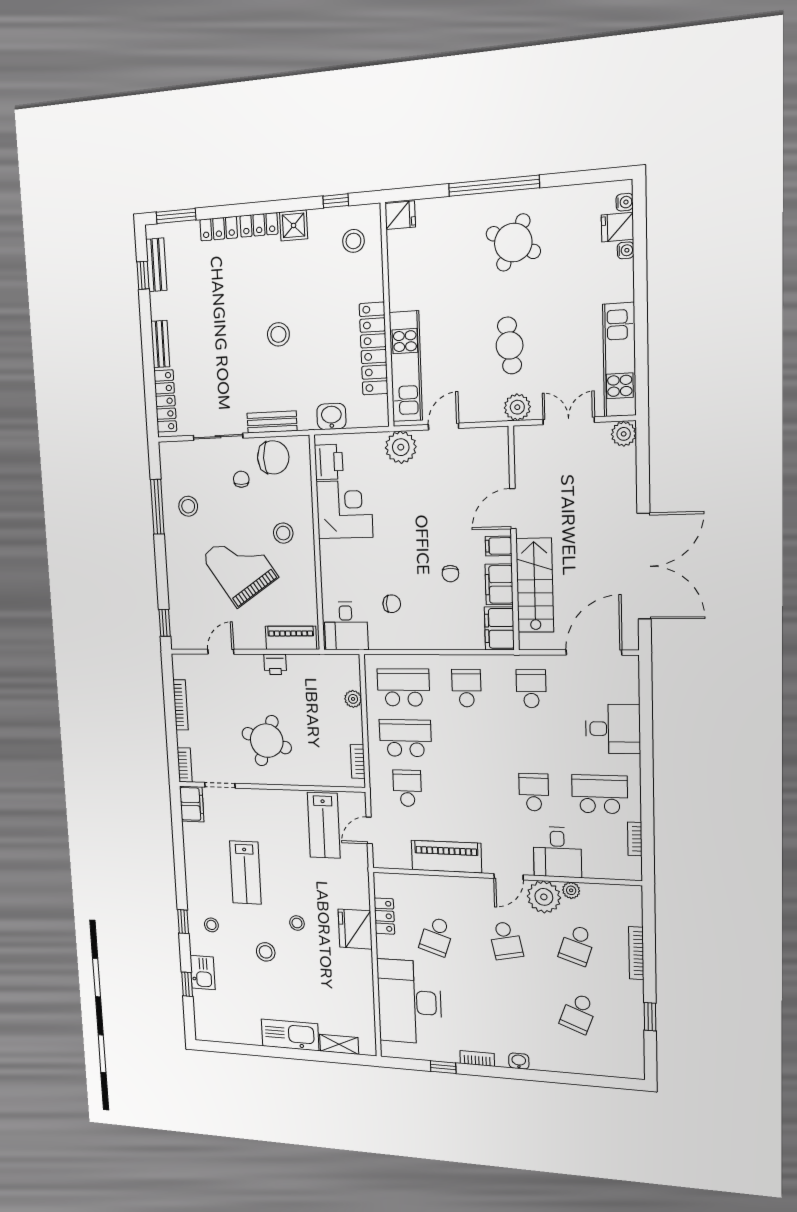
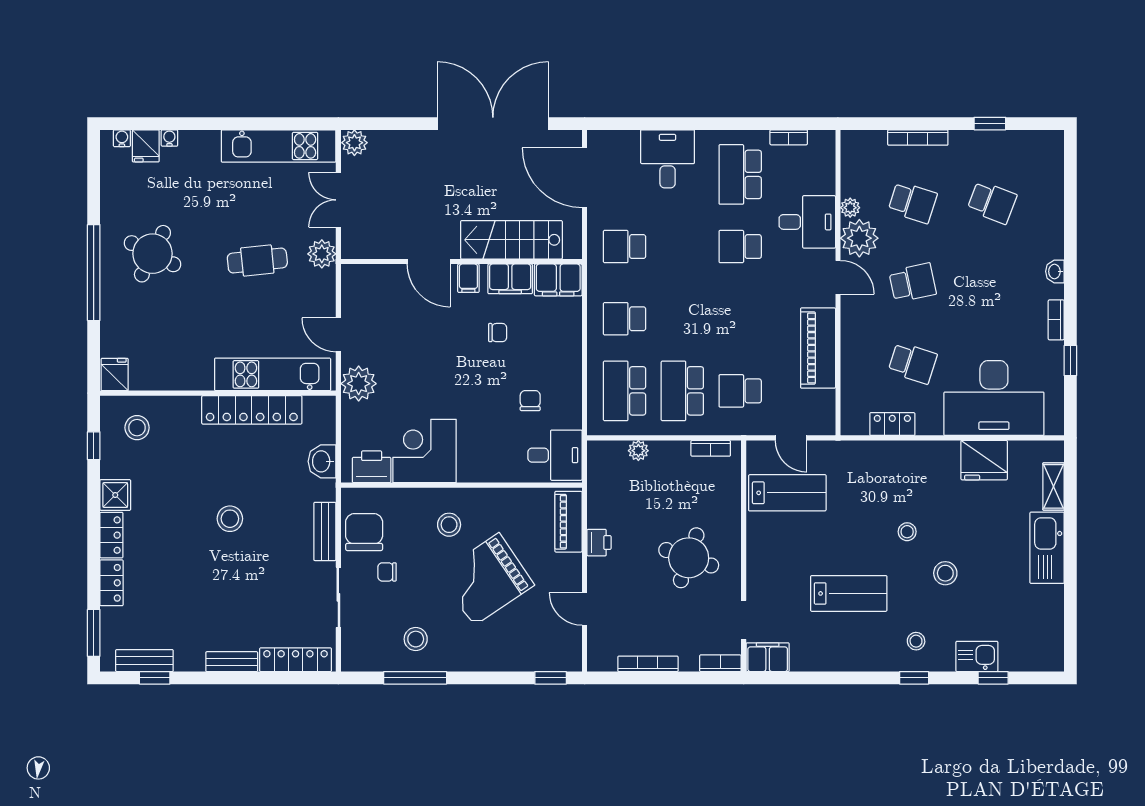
fridge: (355, 929) -> (984, 460), moved

